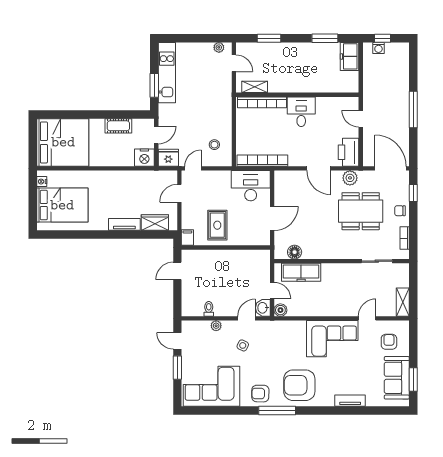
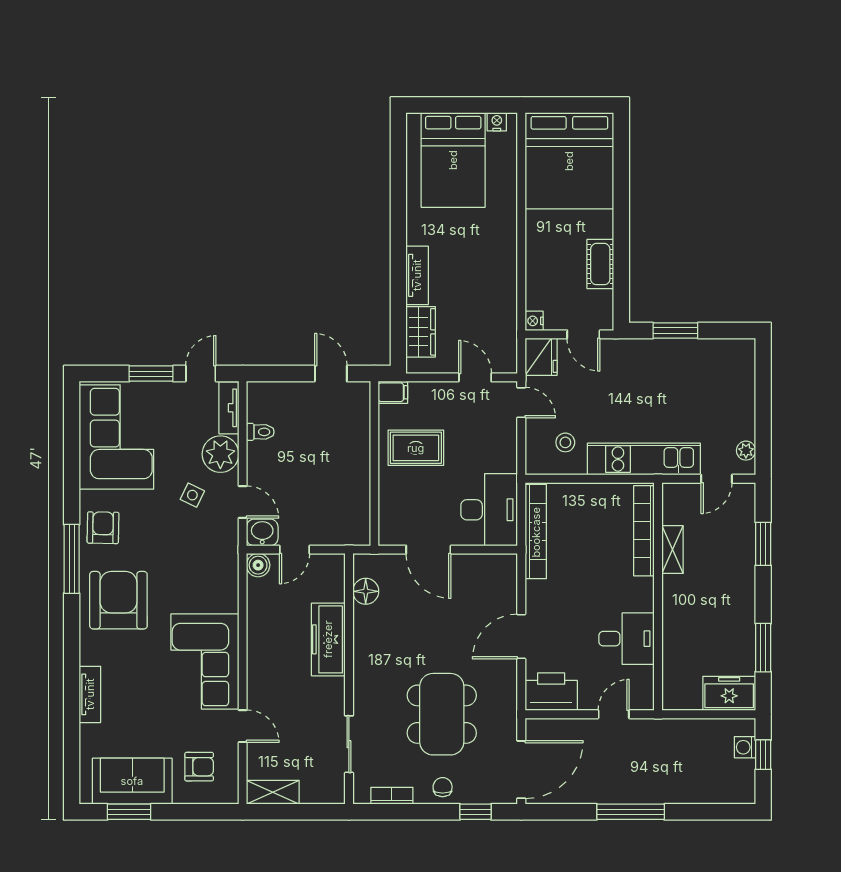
kitchen unit: (167, 73) -> (644, 459), moved, turned 180
shelving: (255, 87) -> (673, 550), moved
desk: (301, 112) -> (627, 639), moved
nightstand: (144, 158) -> (534, 321), width x0.53, depth x0.56
plant: (350, 178) -> (504, 694), removed
freezer: (301, 272) -> (328, 639), moved
tv unit: (196, 326) -> (229, 408), added
plant: (216, 326) -> (220, 454), width x1.87, depth x1.87

